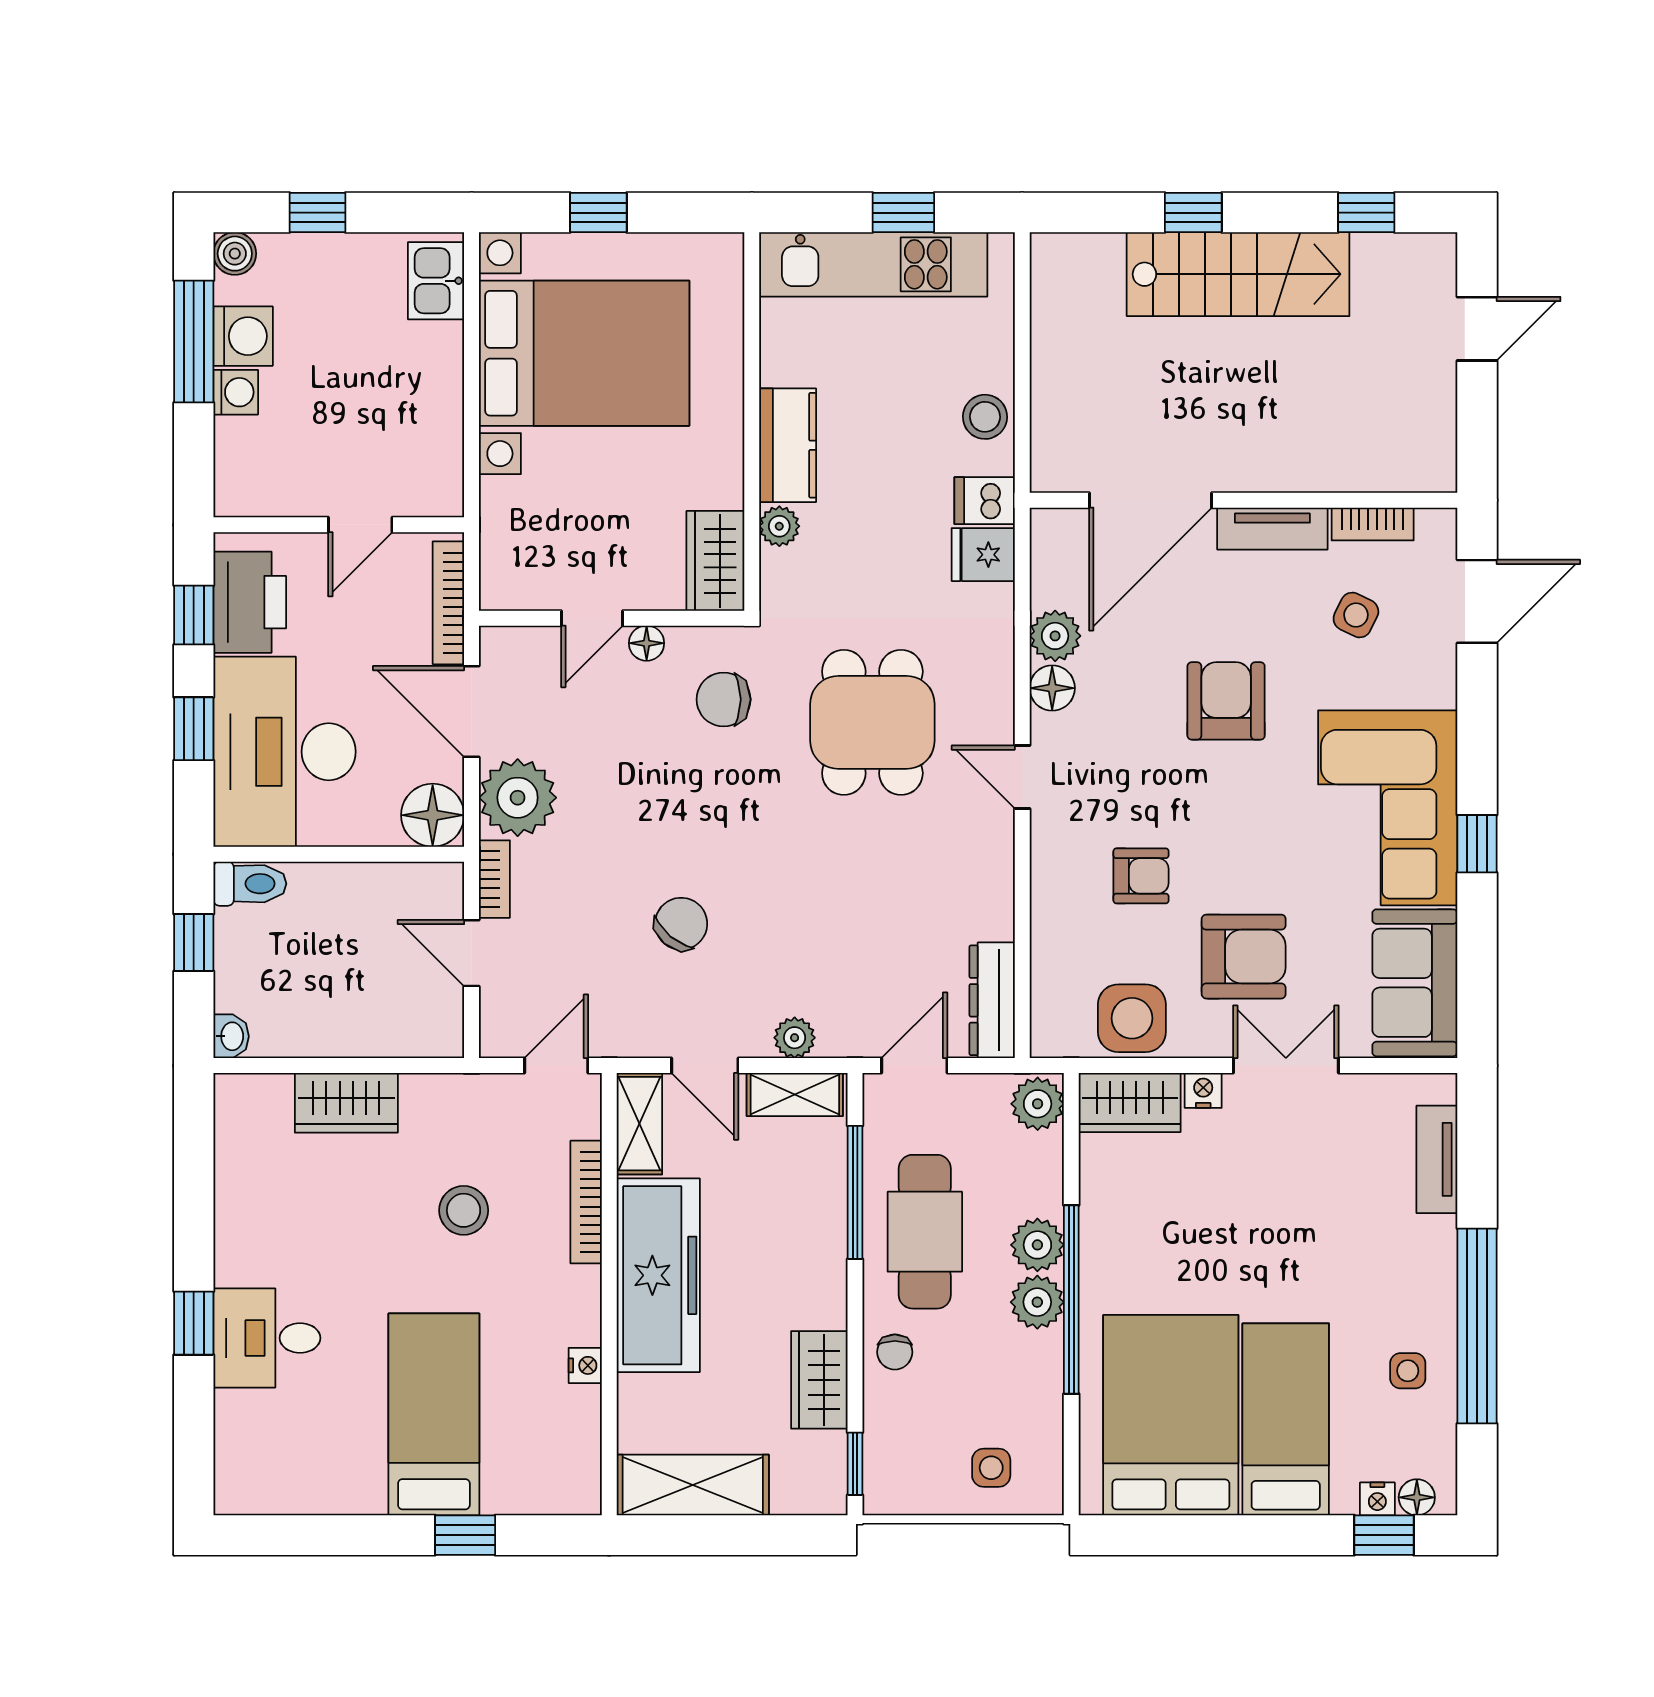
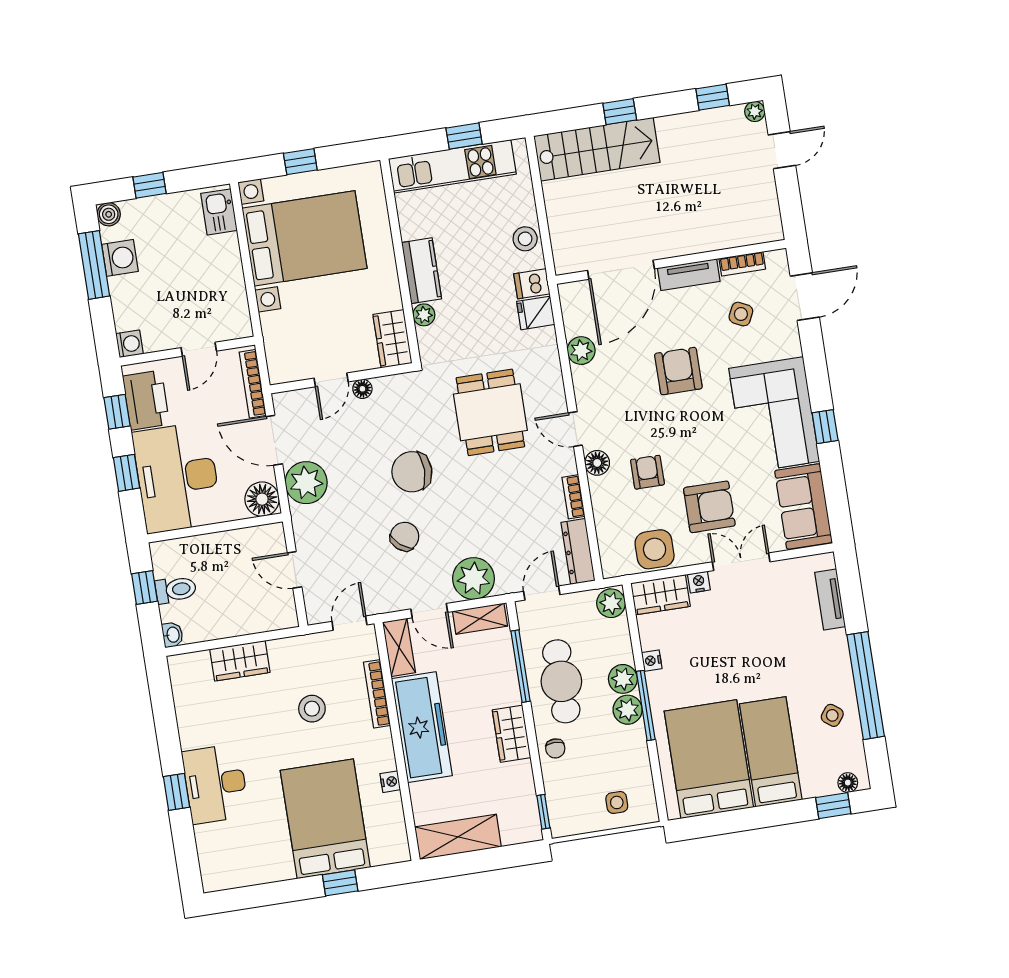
plant: (1439, 251) -> (755, 112), added
stairs: (1238, 274) -> (597, 149), moved
washing machine: (236, 392) -> (129, 344), moved
floor lamp: (1052, 688) -> (597, 463), moved
chair: (724, 699) -> (412, 472), moved, width x1.37, depth x1.37
armchair: (1141, 876) -> (647, 472), turned -90
bookcase: (494, 879) -> (573, 497), moved, turned 180
toilet: (250, 884) -> (176, 590), moved
plant: (795, 1038) -> (474, 579), width x1.88, depth x1.88
window: (1071, 1300) -> (646, 705), width x0.68
desk: (267, 1338) -> (215, 784), width x1.37
side table: (1408, 1371) -> (832, 715), turned 37
wardrobe: (819, 1380) -> (511, 734), moved
bed: (434, 1414) -> (325, 819), width x1.50
nightstand: (1377, 1499) -> (652, 661), moved, turned 90

